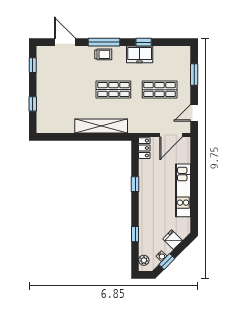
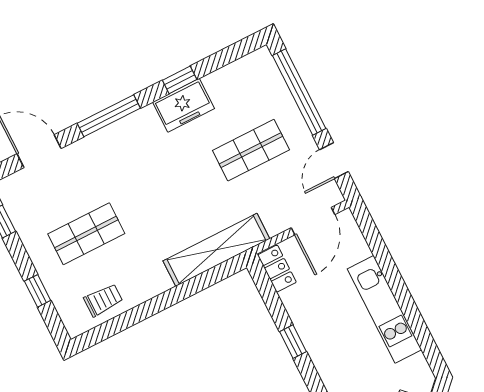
trolley: (103, 54) -> (103, 300), moved
window: (194, 75) -> (299, 92), width x2.11
shop shelf: (113, 90) -> (86, 234), moved
shelving: (101, 126) -> (216, 250), moved

